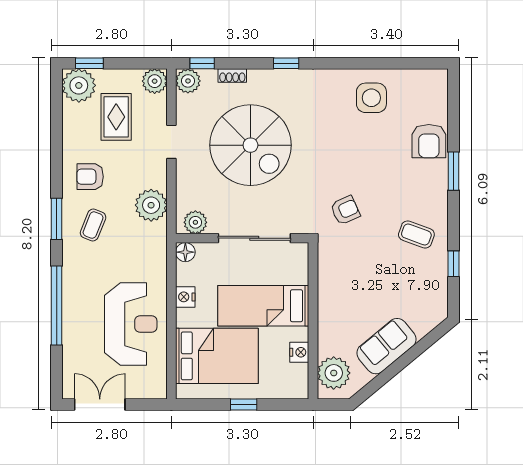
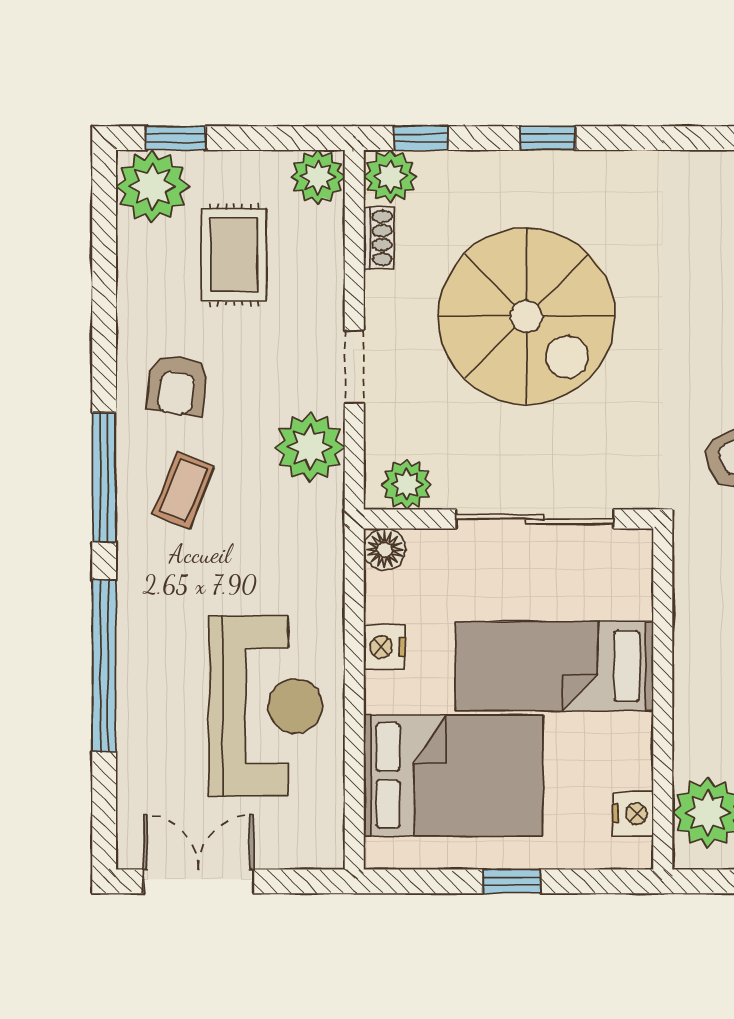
window: (286, 63) -> (548, 138), moved
shoe rack: (232, 76) -> (379, 238), moved, turned -90
doorway: (171, 142) -> (354, 367), moved
armchair: (90, 177) -> (177, 385), turned -83
window: (57, 219) -> (104, 477), width x1.44
nightstand: (299, 352) -> (633, 814), moved

